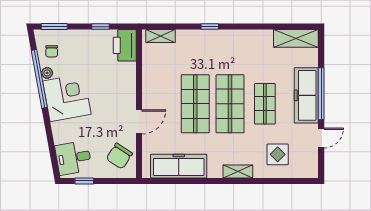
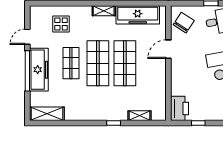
shelving: (161, 36) -> (139, 116), moved
shelving: (238, 171) -> (104, 11), moved

